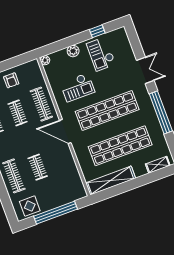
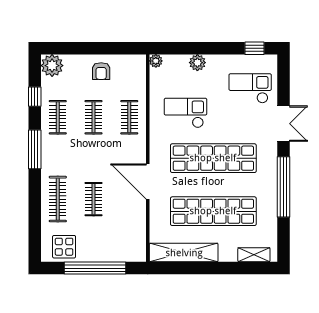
window: (97, 31) -> (255, 48), moved
checkout: (101, 54) -> (250, 88), moved, turned 90
checkout: (78, 87) -> (186, 113), turned 180
clothes rail: (41, 104) -> (129, 117), width x0.73
door: (65, 131) -> (148, 181), moved

